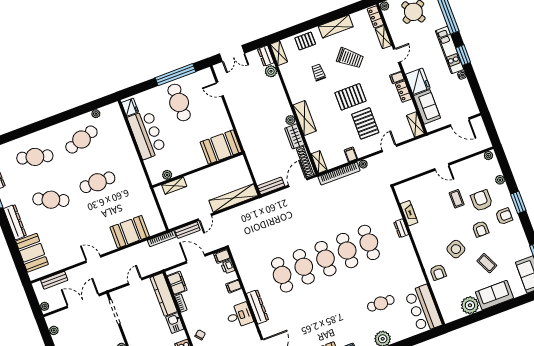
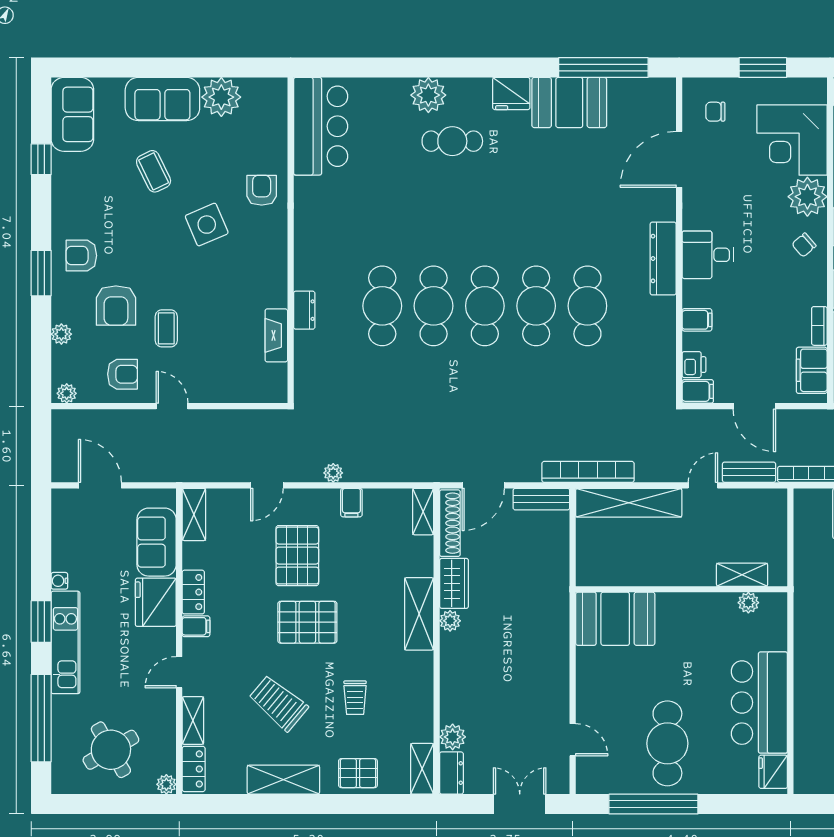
bookcase: (339, 174) -> (588, 472), moved
armchair: (481, 229) -> (122, 374), moved, turned 90
cafe table: (381, 303) -> (452, 141), moved

